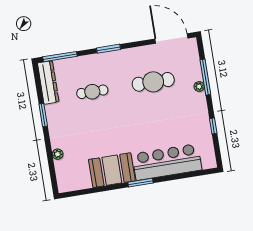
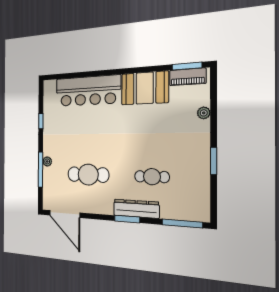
dresser: (48, 82) -> (136, 209), moved, turned 90
window: (141, 183) -> (187, 66), moved
piano: (76, 184) -> (188, 77), added

